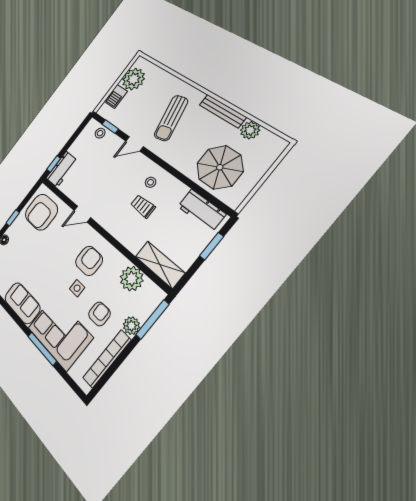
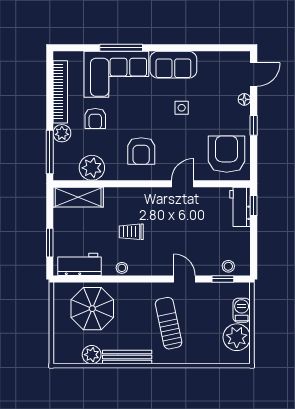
door: (134, 144) -> (184, 279), hinge flipped
stool: (151, 182) -> (122, 268), moved
trolley: (143, 206) -> (131, 232), turned 180
side table: (77, 288) -> (182, 108), moved

